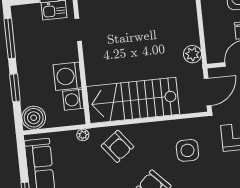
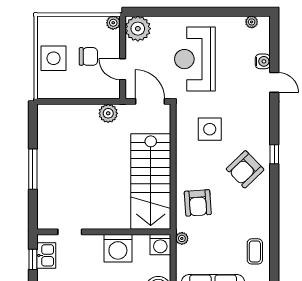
washing machine: (73, 100) -> (160, 245), moved
armchair: (118, 146) -> (198, 203), turned 124

